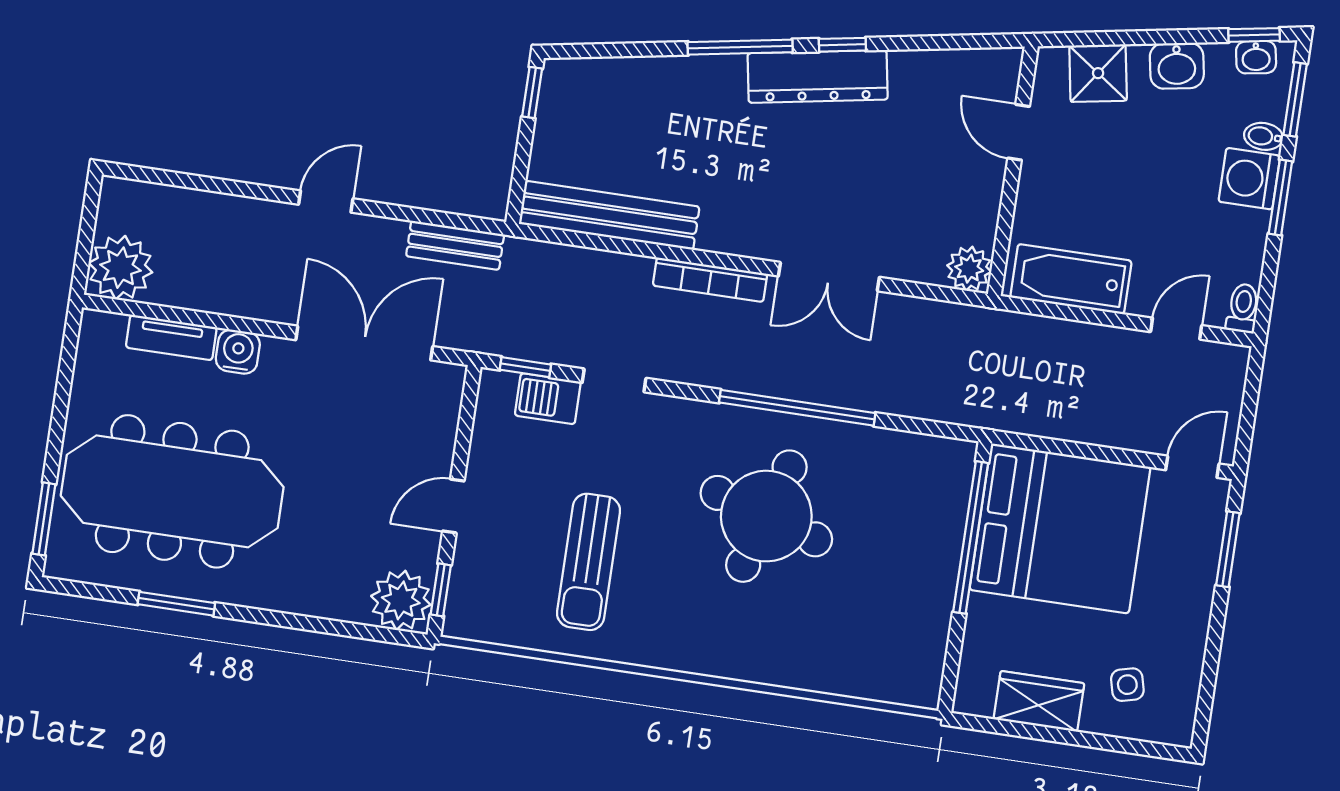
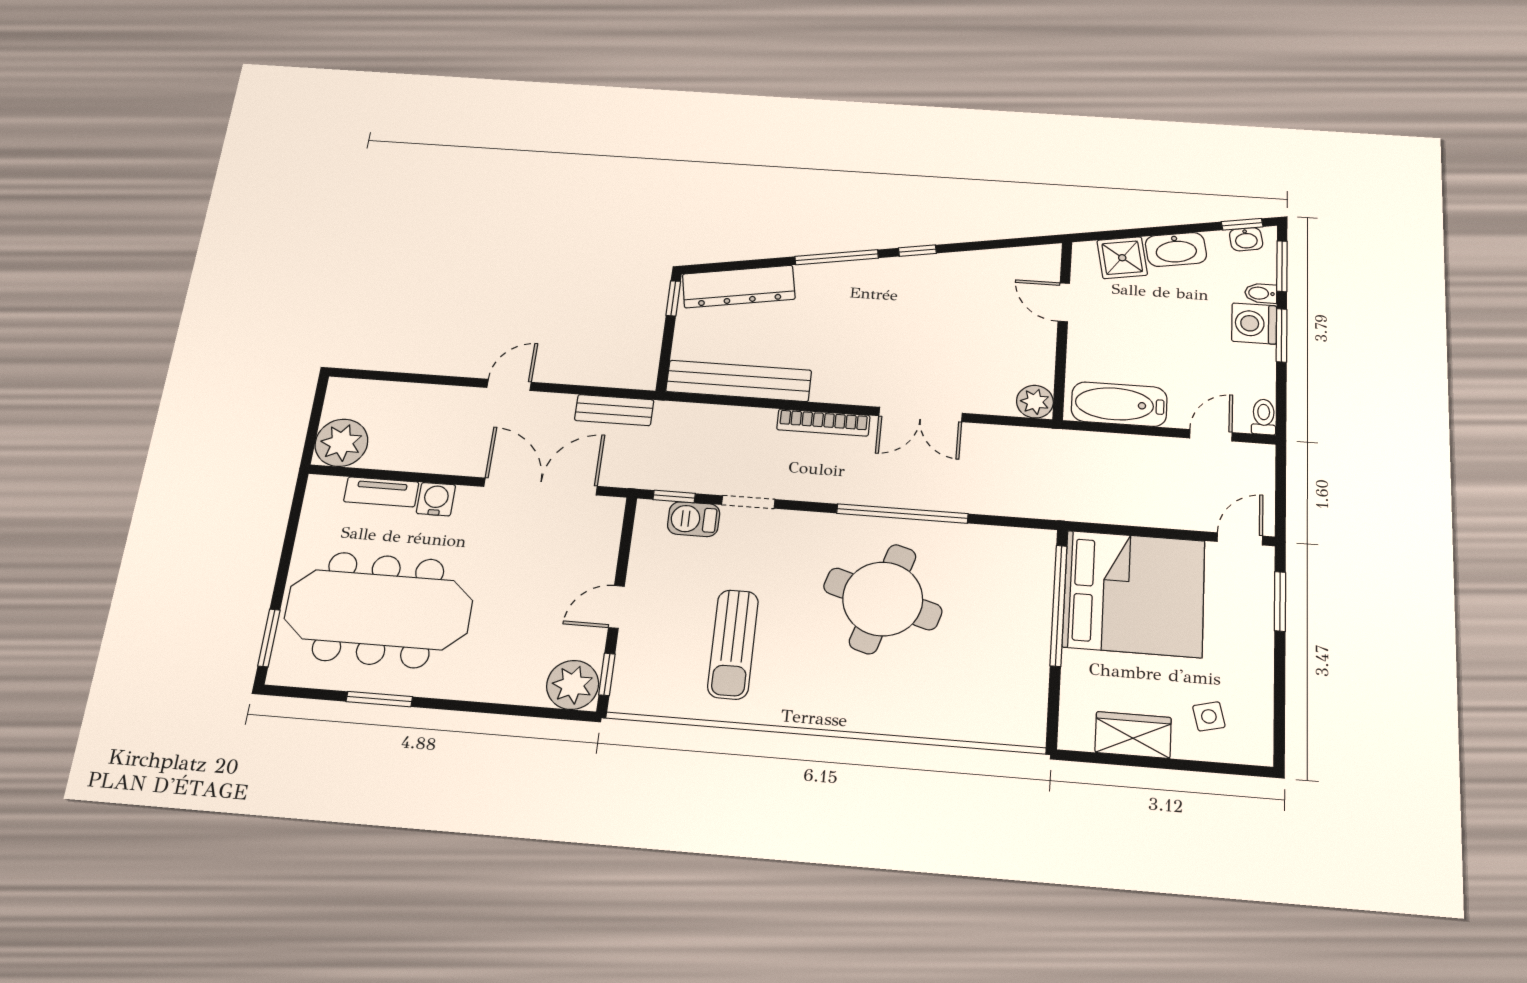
washbasin: (1177, 66) -> (1176, 249), width x1.38
dresser: (818, 76) -> (739, 287), moved

